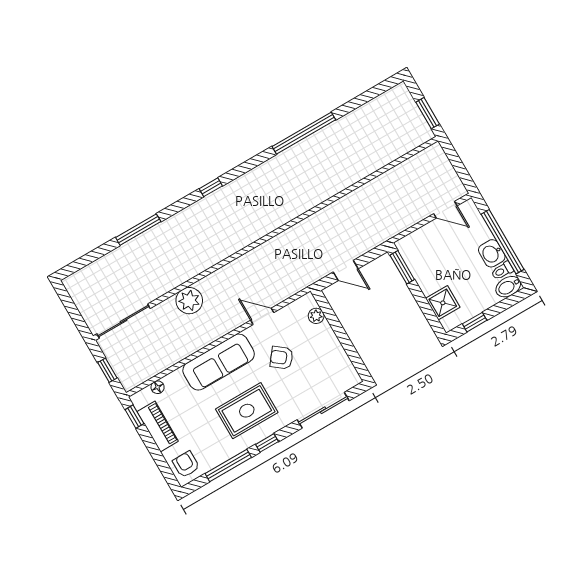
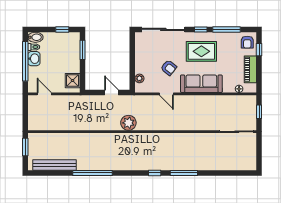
bench: (368, 112) -> (54, 165), added
window: (138, 230) -> (184, 173), moved
window: (402, 267) -> (83, 50), moved
plant: (189, 301) -> (128, 123), moved
shower: (443, 303) -> (73, 81), moved
sliding door: (323, 410) -> (163, 29), width x1.36
window: (134, 417) -> (259, 50), moved

